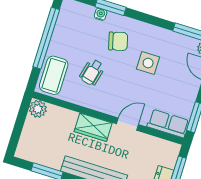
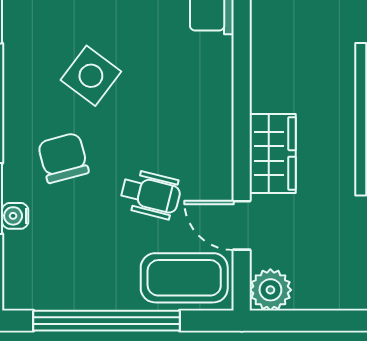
side table: (148, 63) -> (91, 76), turned 37
door: (127, 124) -> (242, 225), moved

